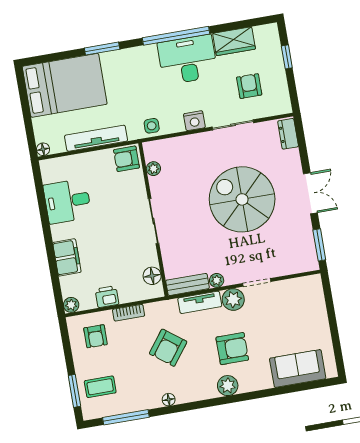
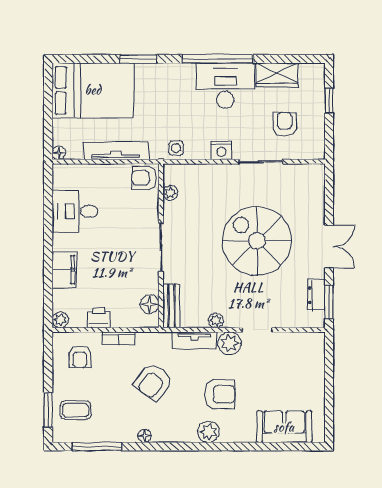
dresser: (288, 134) -> (316, 295), moved
bench: (188, 284) -> (171, 306), moved, turned 90

